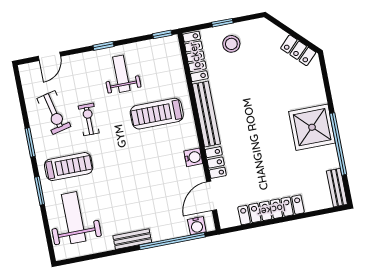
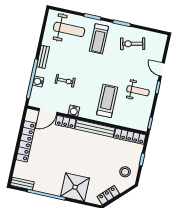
stool: (231, 44) -> (125, 172), moved
door: (49, 56) -> (162, 70), moved
exercise bike: (89, 119) -> (65, 81), moved
shower: (312, 127) -> (75, 187), moved
door: (212, 196) -> (48, 112), swing flipped
water cooler: (197, 226) -> (38, 81), moved

